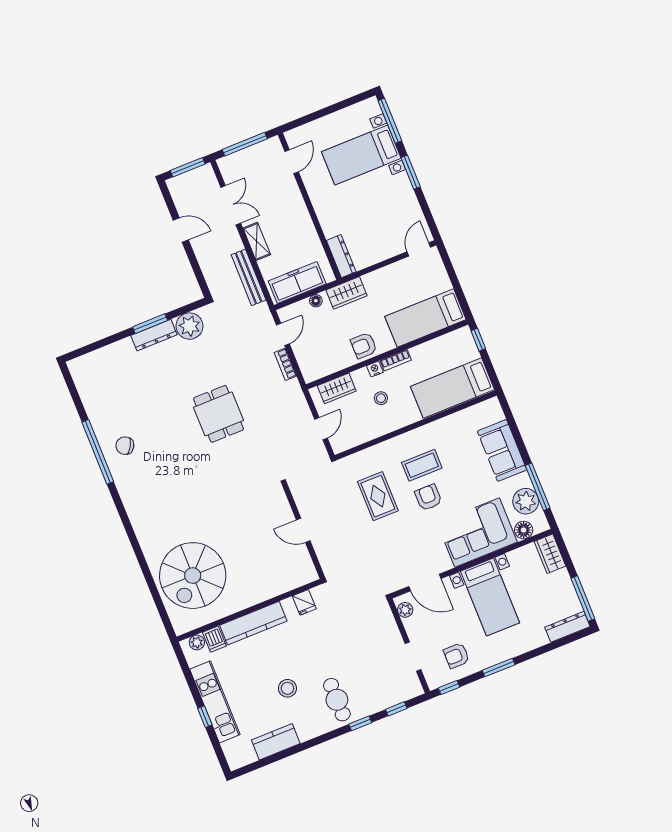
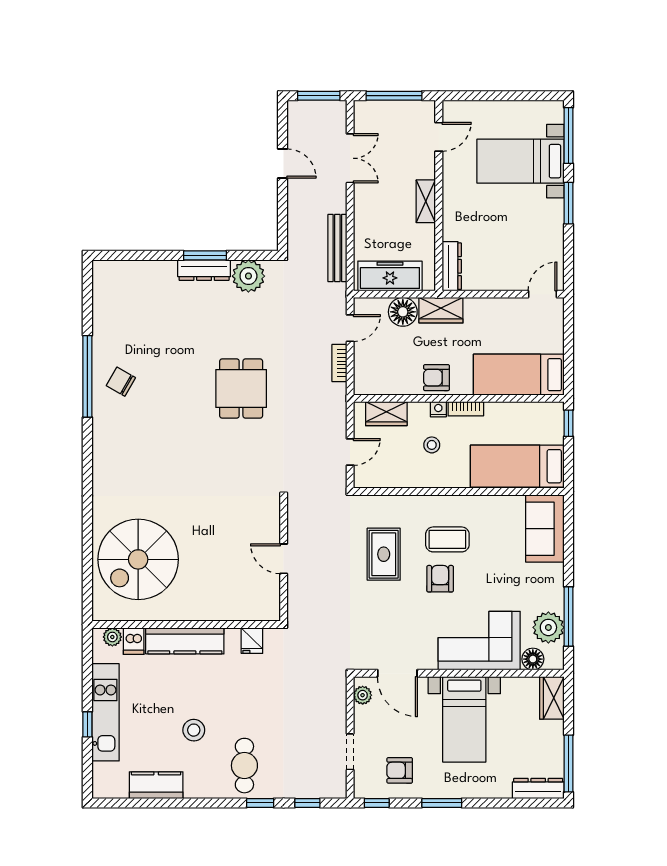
shelving: (257, 241) -> (426, 201), moved
floor lamp: (316, 301) -> (403, 312), width x1.89, depth x1.89
sofa: (502, 450) -> (545, 529), moved

